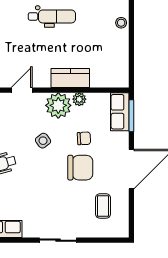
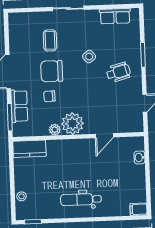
kitchen counter: (70, 78) -> (29, 149), moved
row of seats: (120, 112) -> (19, 106), moved
side table: (43, 141) -> (89, 57), moved
coffee table: (103, 206) -> (50, 40), moved

